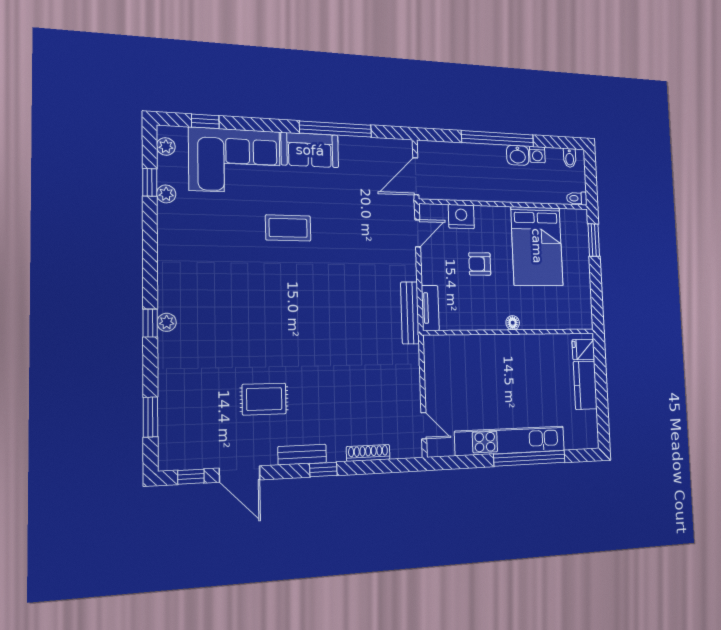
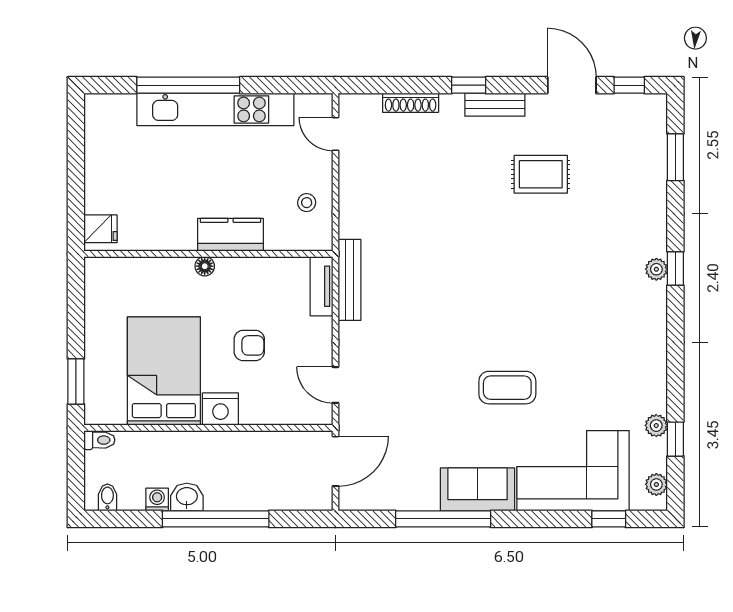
nightstand: (461, 217) -> (220, 409), moved
door: (418, 233) -> (336, 385), hinge flipped
stool: (443, 372) -> (307, 203), added
kitchen counter: (585, 385) -> (231, 235), moved, turned -90

